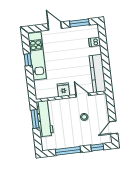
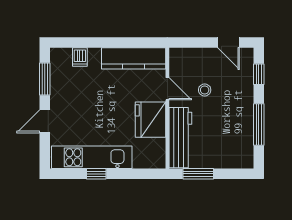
fridge: (63, 90) -> (151, 120), width x1.88, depth x1.34
door: (82, 95) -> (167, 89), swing flipped
workbench: (45, 119) -> (180, 138), moved, turned 90

